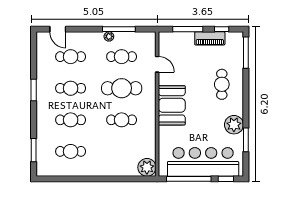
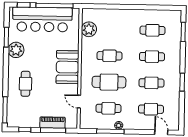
piano: (210, 38) -> (53, 123), moved
plant: (147, 167) -> (89, 29), moved

